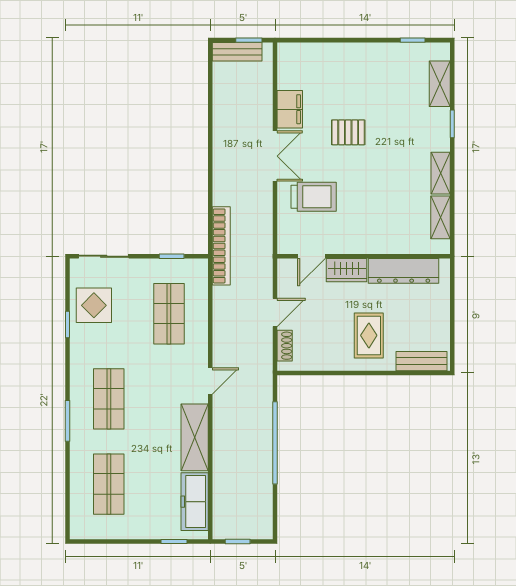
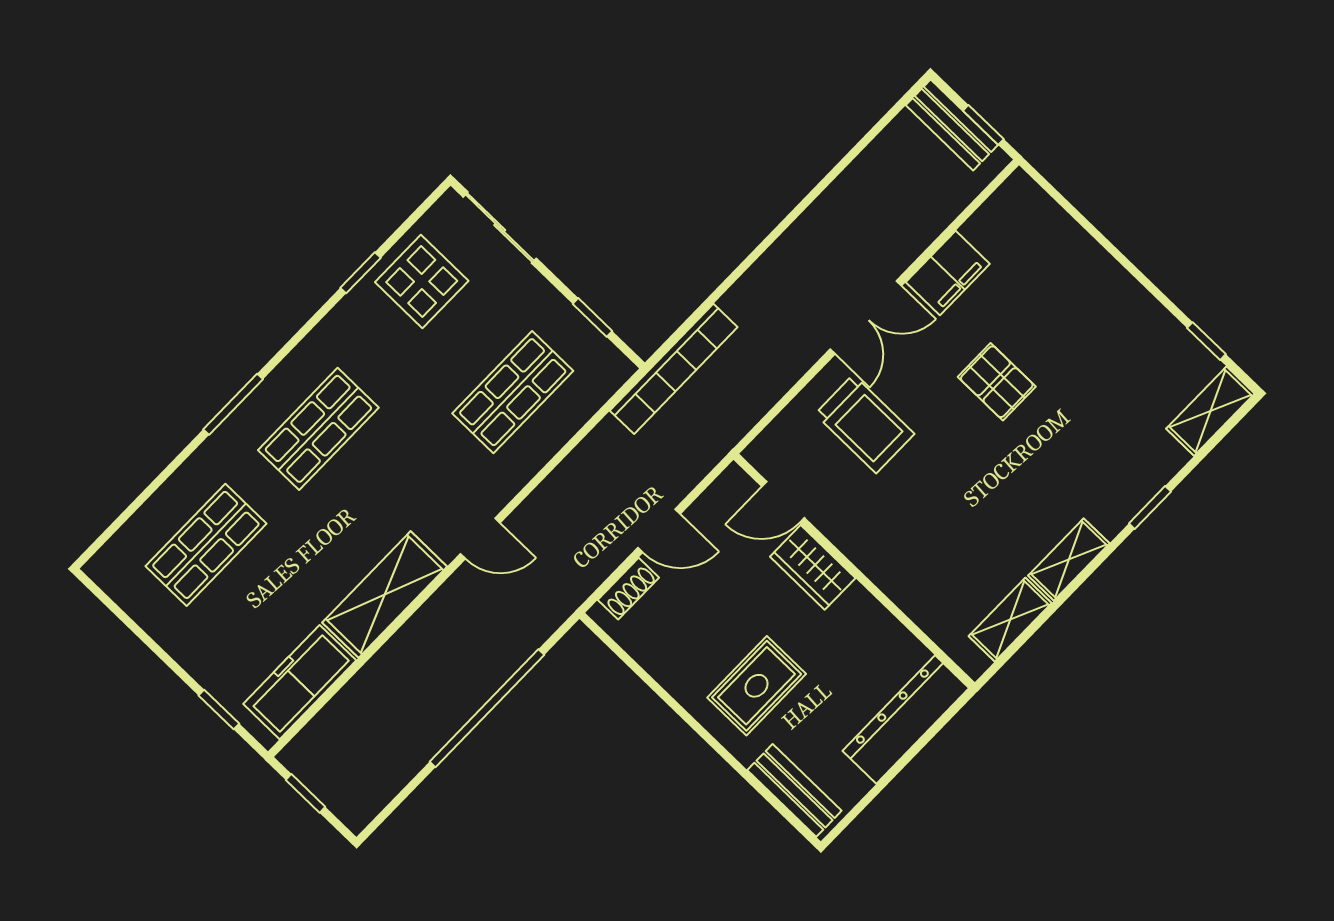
shelving: (440, 84) -> (1210, 411), moved
dresser: (404, 271) -> (906, 719), moved, turned 90

